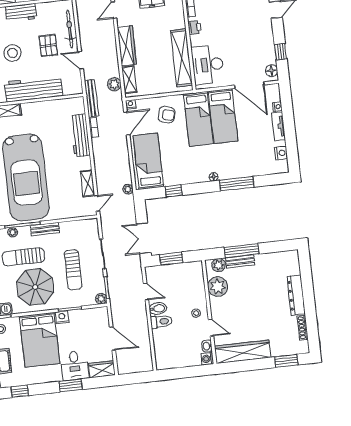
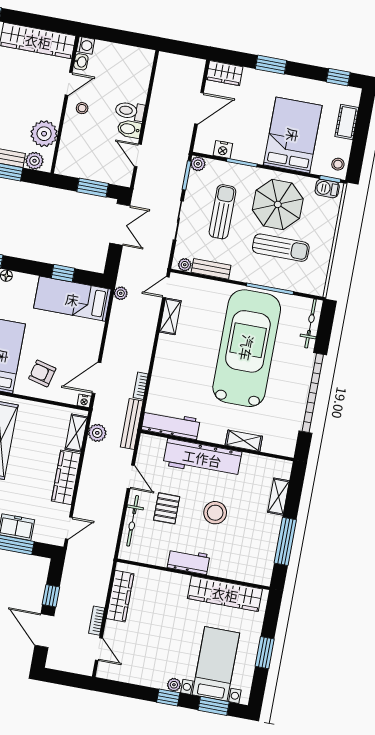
workbench: (80, 135) -> (171, 424), moved, turned -90
bed: (148, 161) -> (72, 299), moved, turned 90
bench: (45, 229) -> (211, 269), moved
plant: (13, 232) -> (185, 265), moved
nightstand: (62, 317) -> (223, 149), moved
door: (211, 328) -> (69, 84), swing flipped
door: (112, 339) -> (199, 108), swing flipped
desk: (75, 366) -> (258, 89), removed

